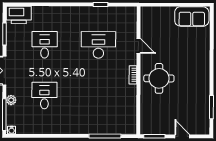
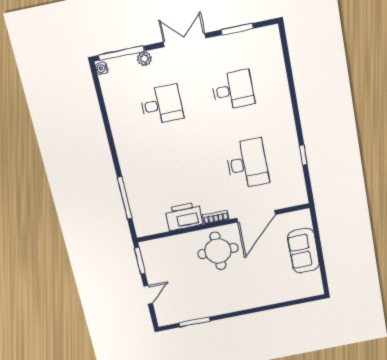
printer: (19, 15) -> (184, 216), moved, turned 90
sofa: (192, 16) -> (303, 251), moved
door: (139, 46) -> (256, 216), width x1.87

